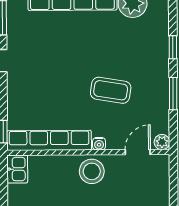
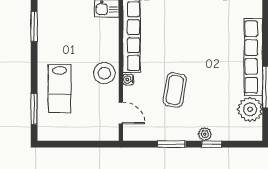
plant: (162, 142) -> (205, 134), moved

